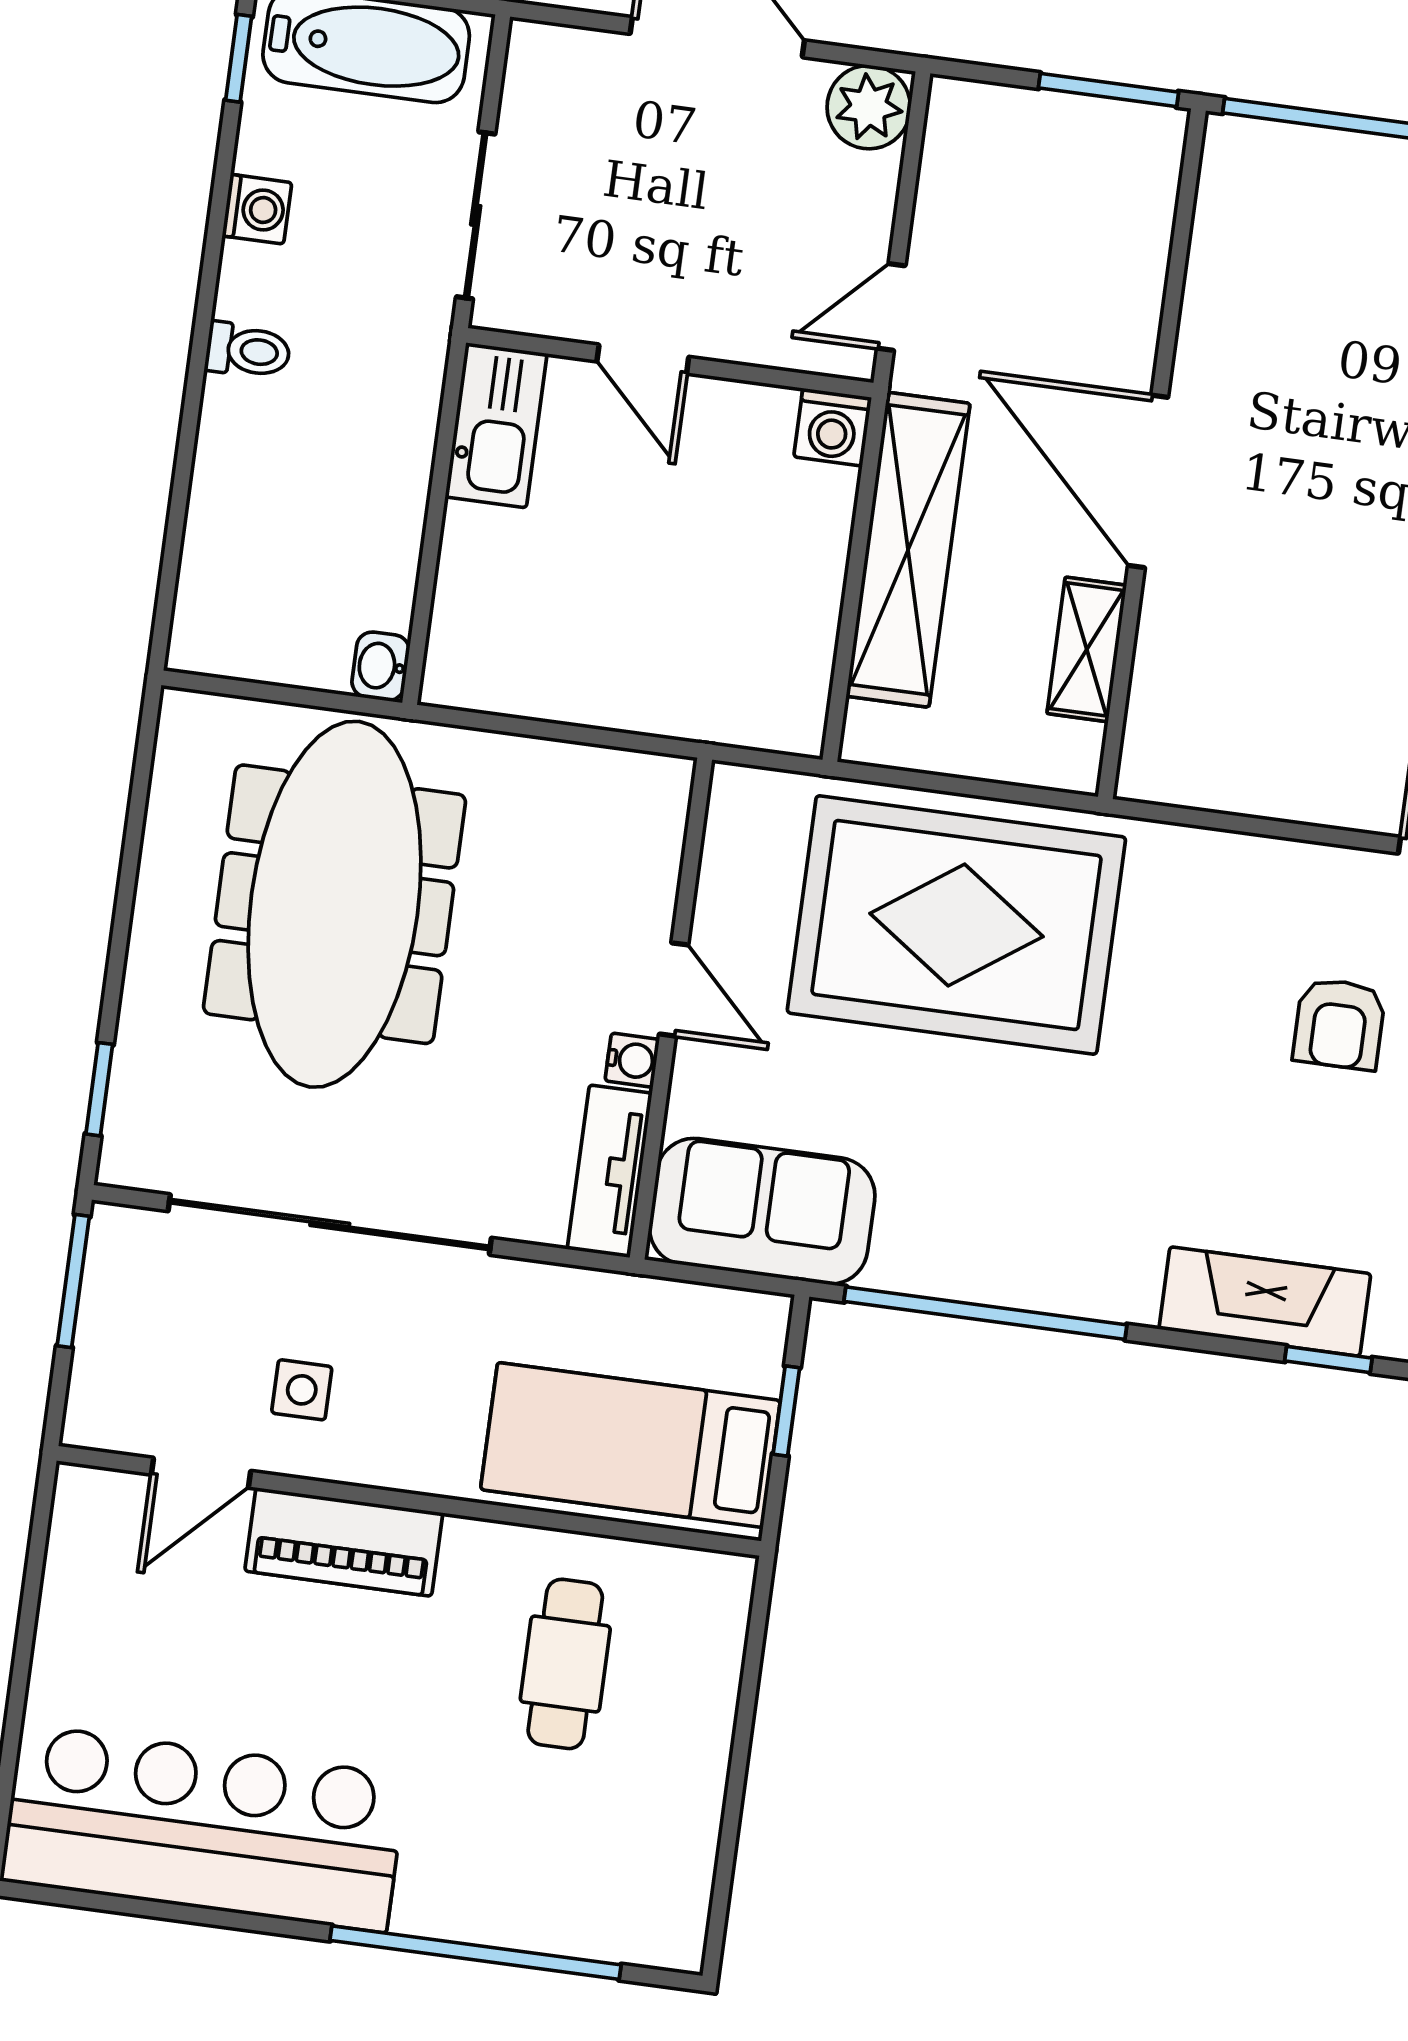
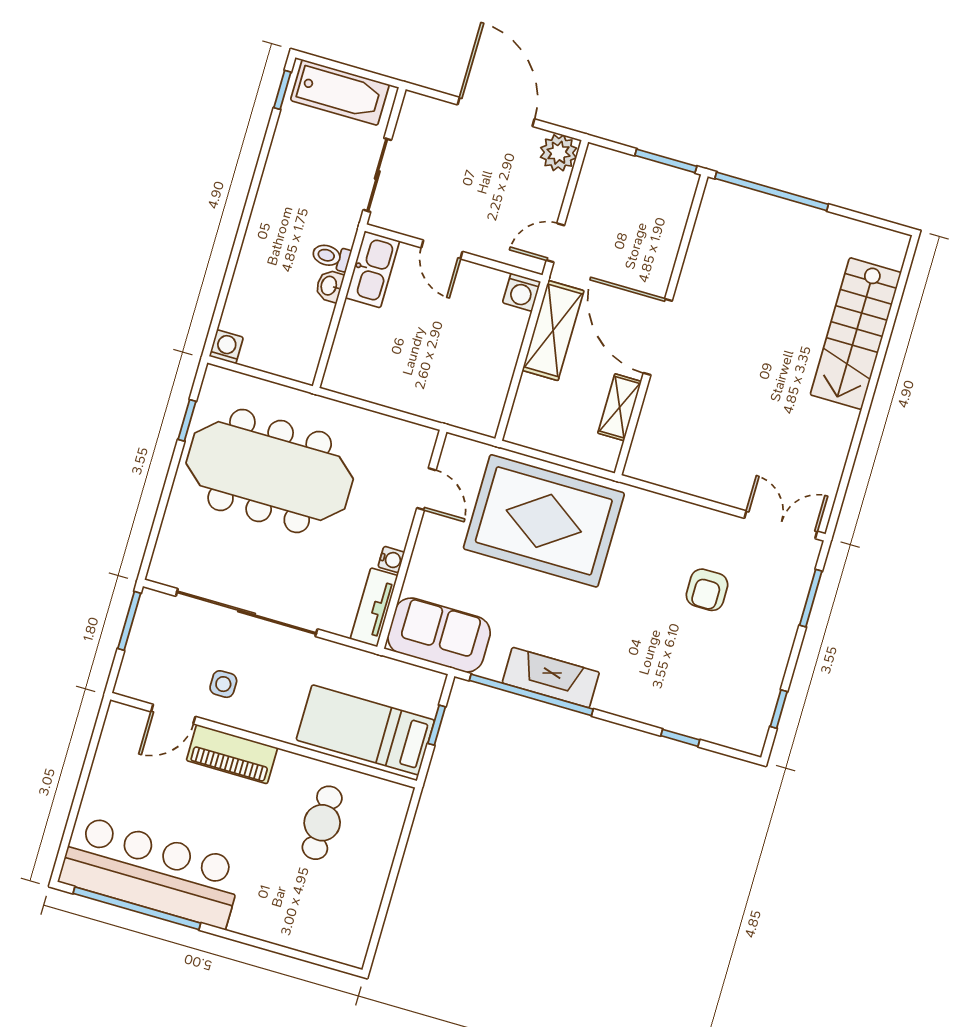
washing machine: (257, 209) -> (226, 347), moved, turned -90
toilet: (248, 351) -> (331, 257), moved, turned 180
shelving: (908, 550) -> (553, 330), width x0.68
washbasin: (381, 666) -> (329, 286), moved
meeting table: (335, 904) -> (270, 471), turned 90
door: (674, 989) -> (426, 489), moved
window: (99, 1089) -> (187, 420), moved
fireplace: (1265, 1301) -> (551, 678), moved
window: (476, 1953) -> (137, 908), moved

